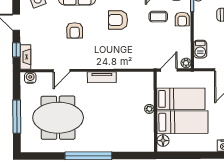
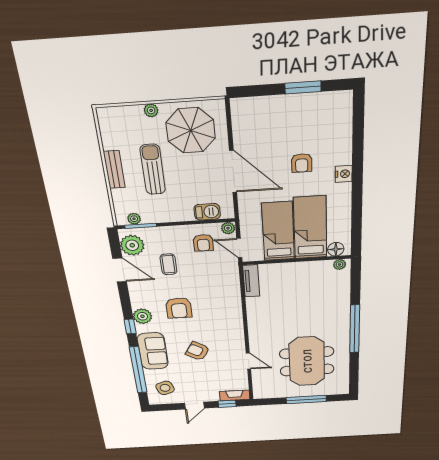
armchair: (182, 19) -> (203, 243), moved, turned 90
armchair: (75, 30) -> (198, 351), turned -149
tv unit: (102, 77) -> (251, 281), moved
water cooler: (30, 78) -> (259, 390), removed
plant: (149, 109) -> (340, 264), moved

